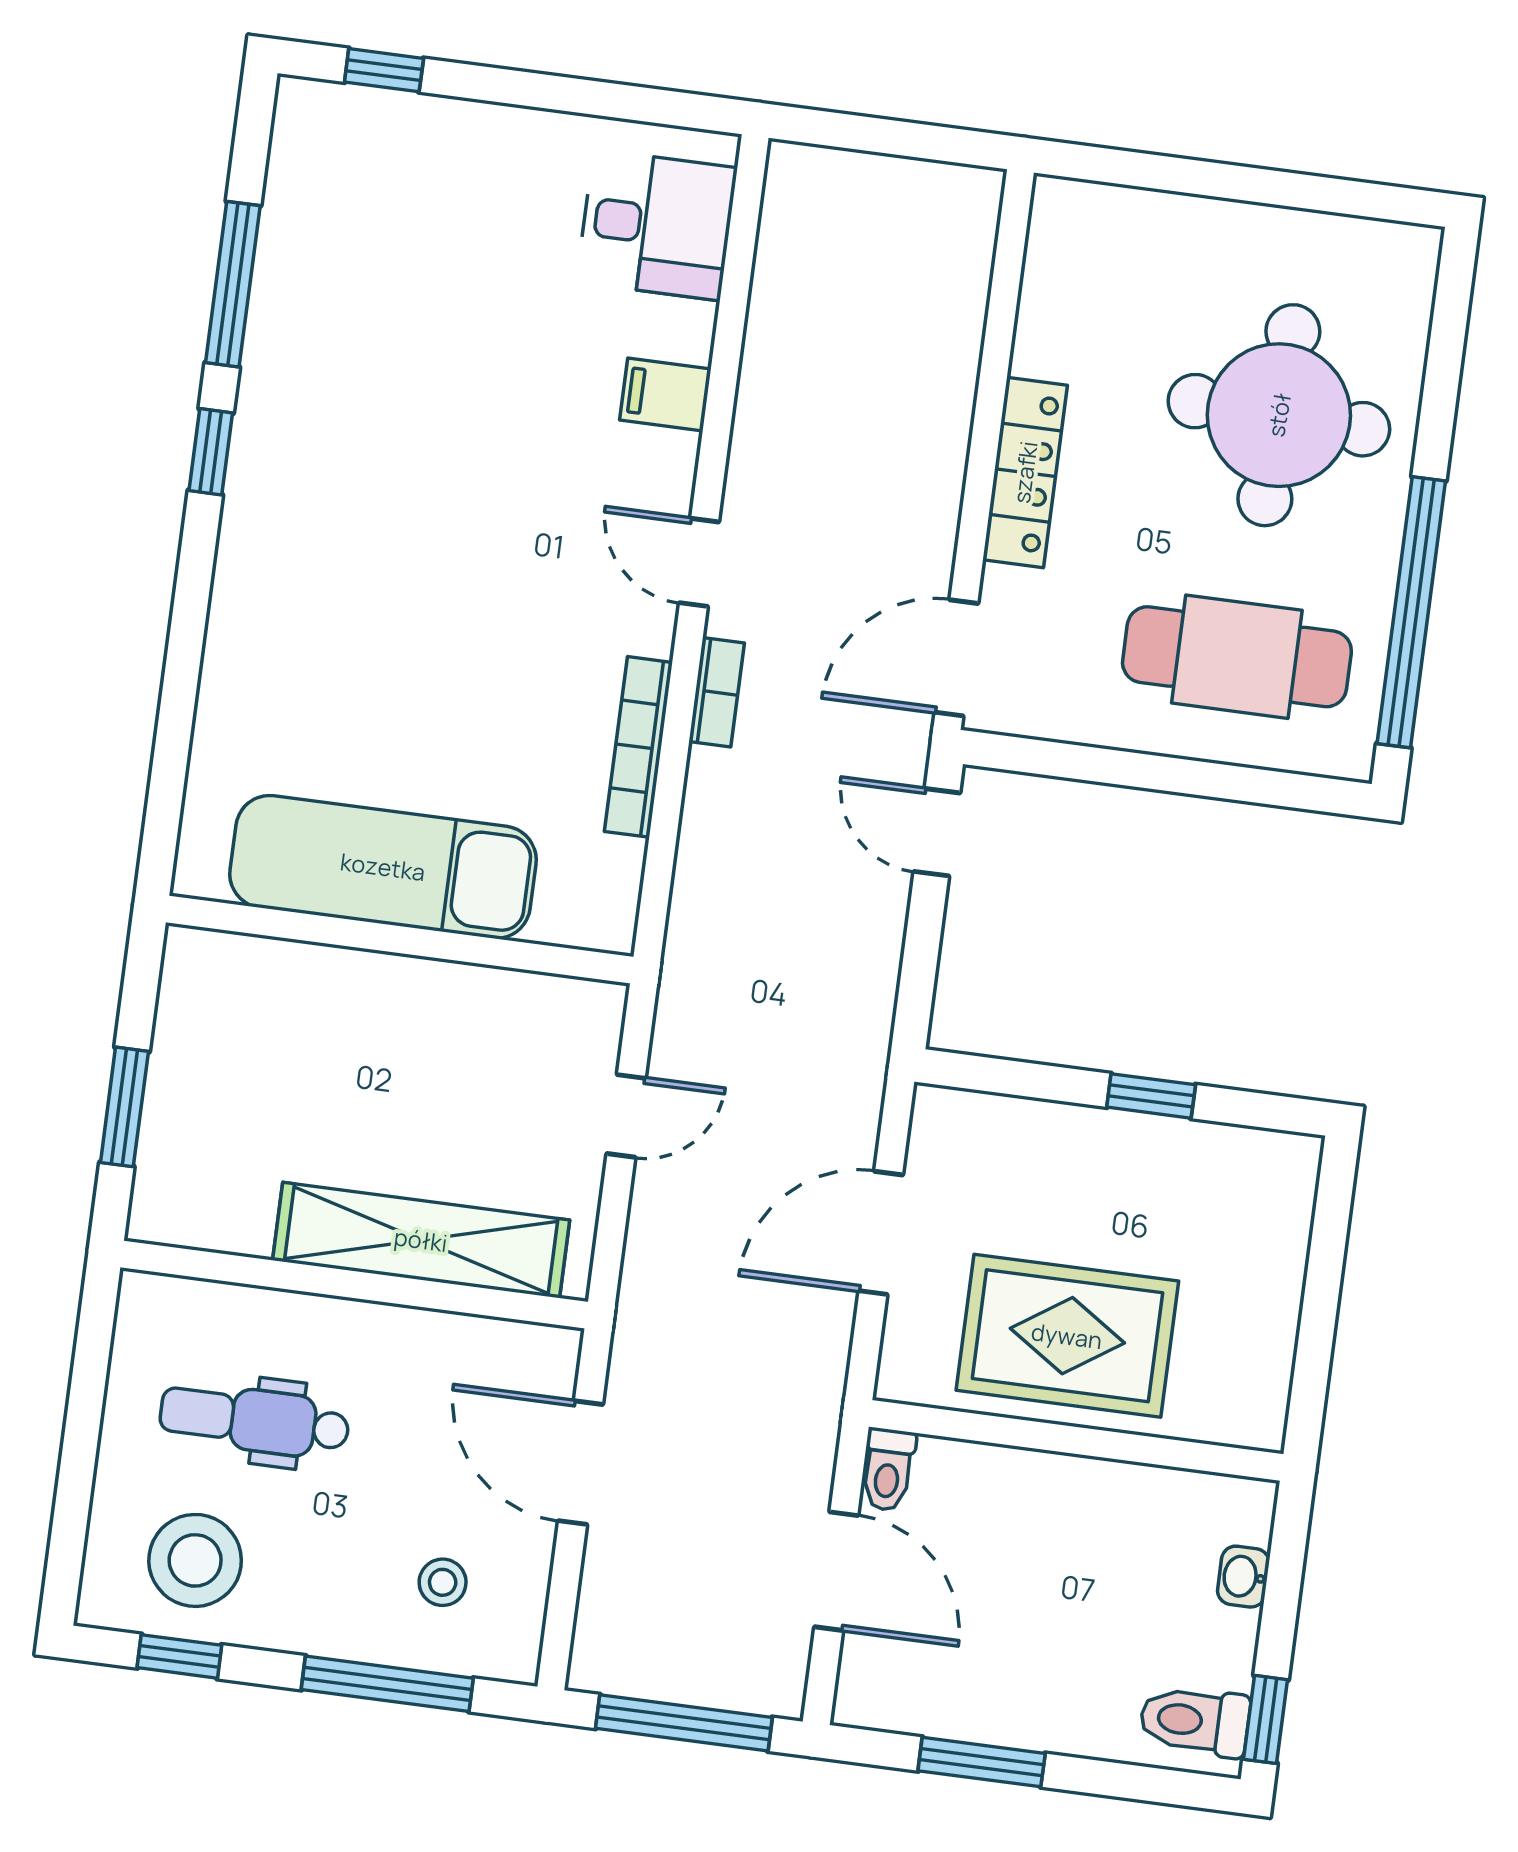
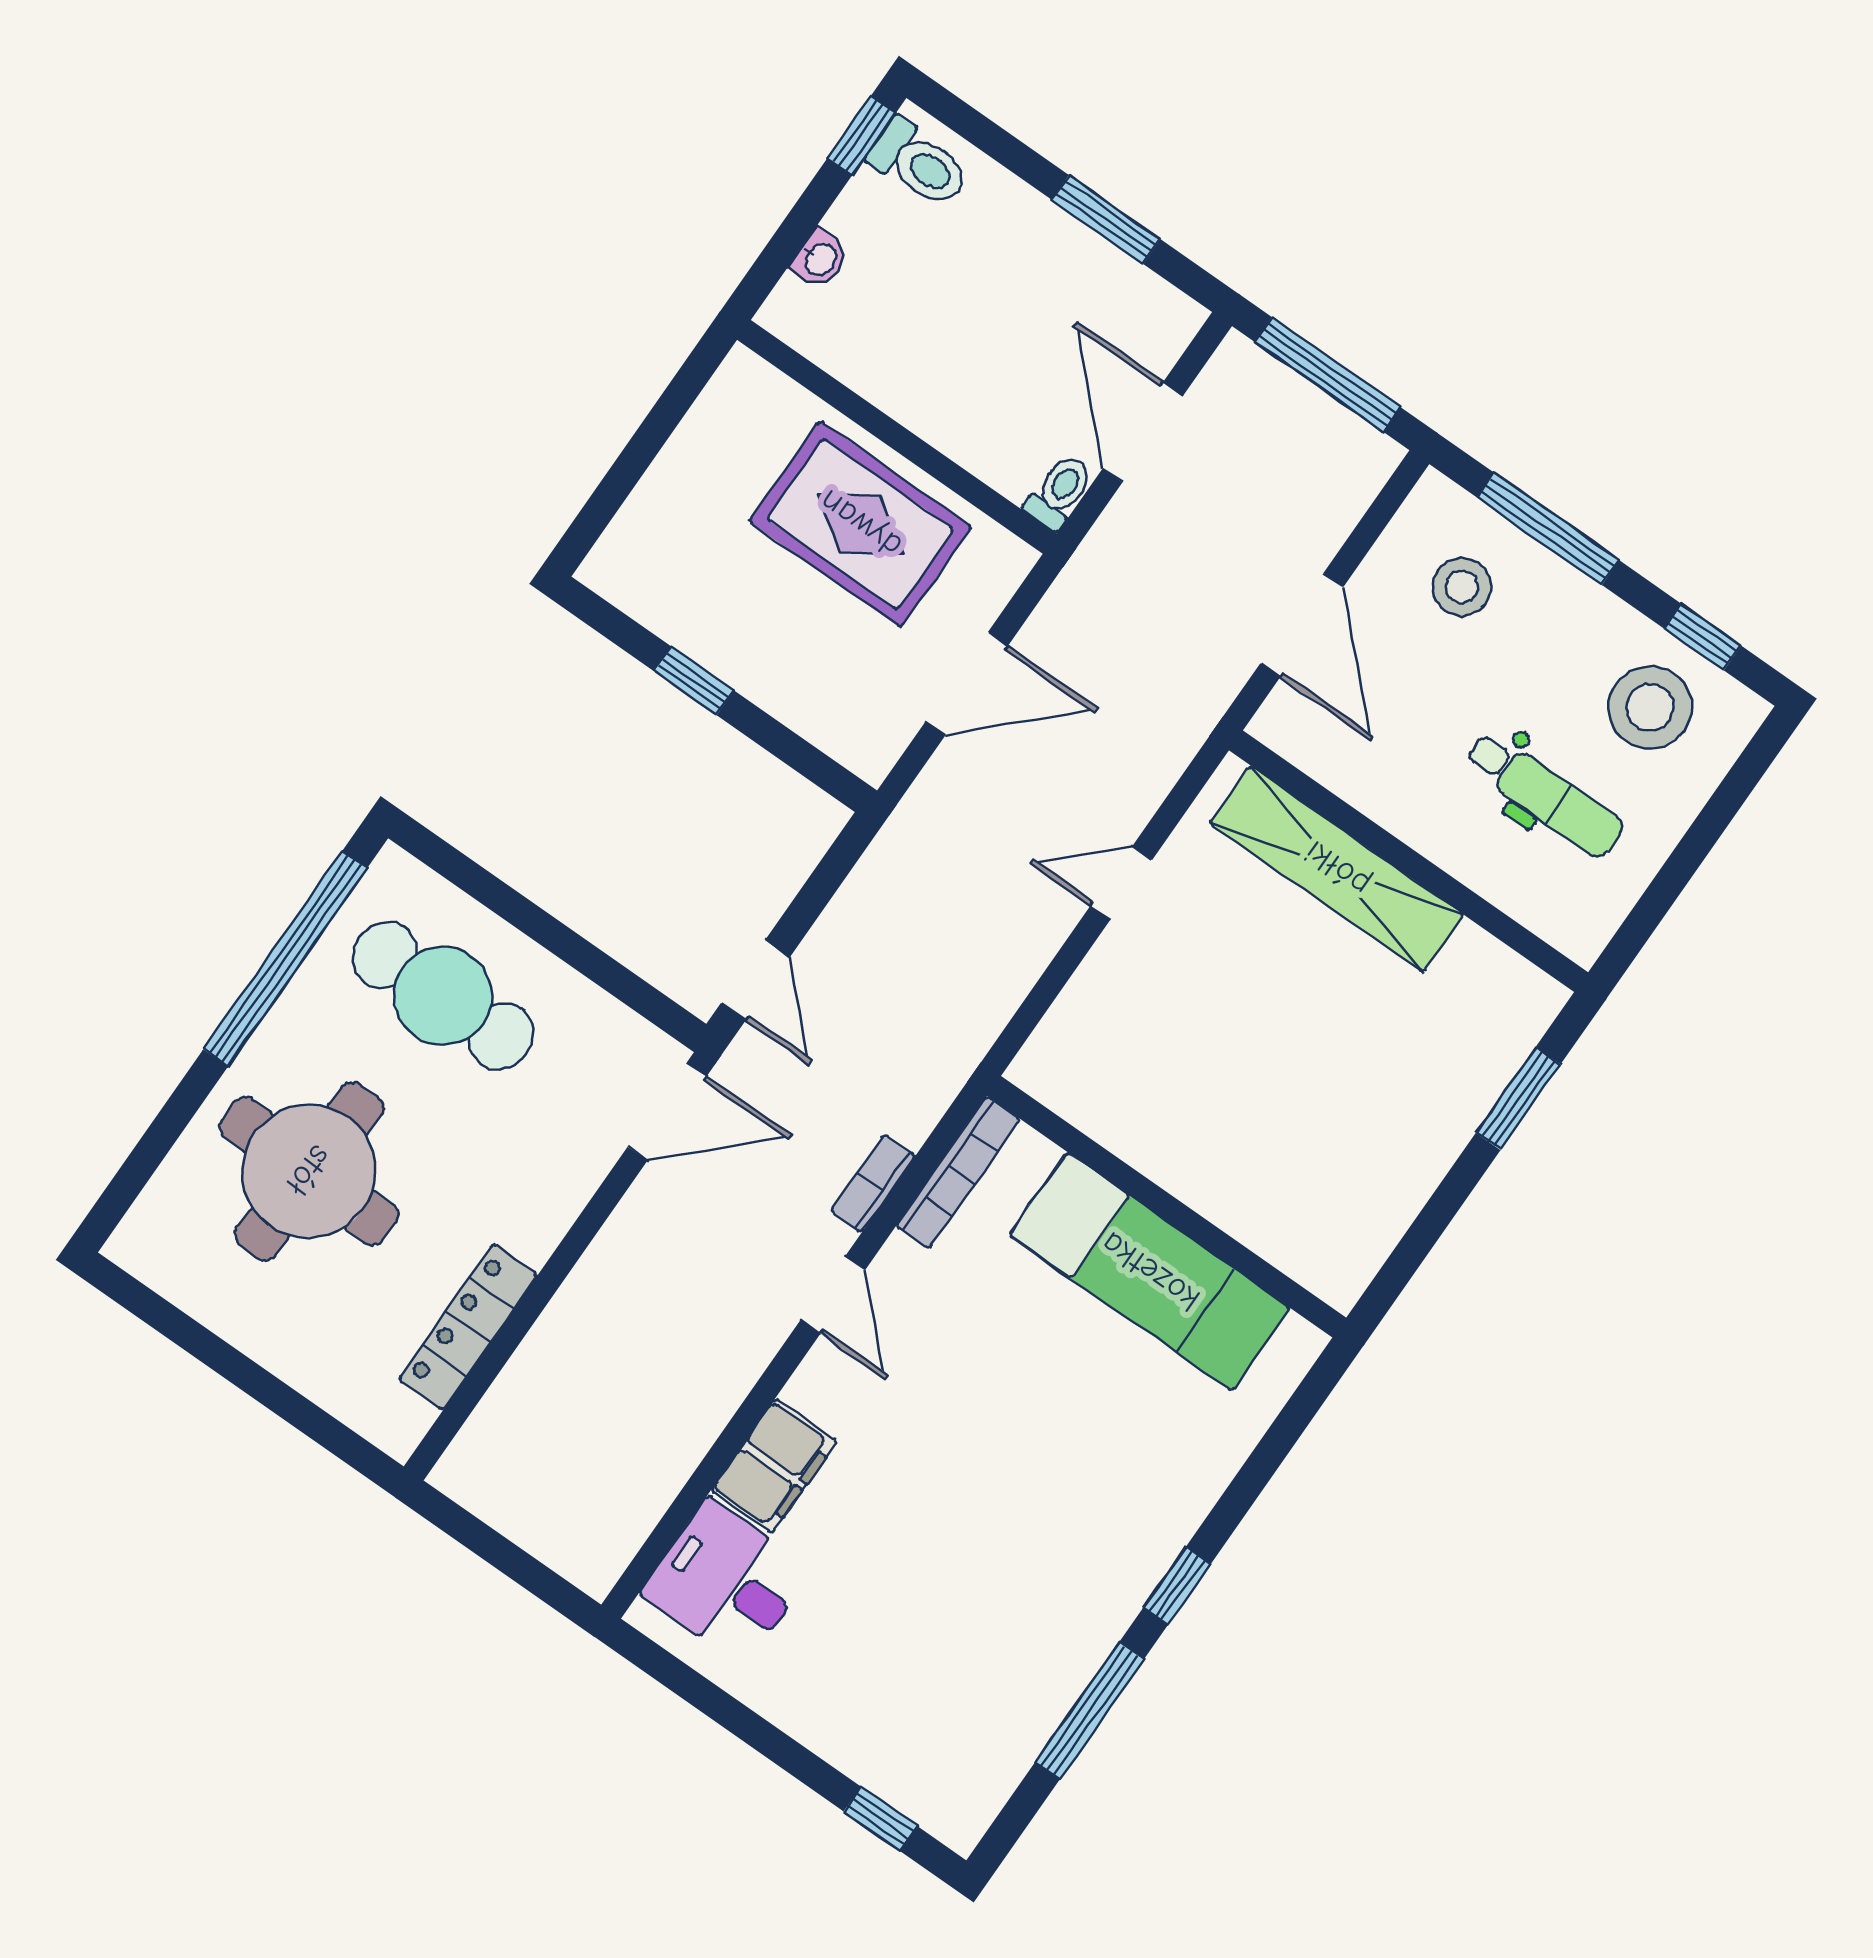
filing cabinet: (665, 394) -> (774, 1466), width x2.00
locker: (1025, 472) -> (468, 1327), moved
exam couch: (383, 867) -> (1150, 1272), moved
wall: (400, 940) -> (1167, 1207), moved
stool: (443, 1582) -> (1462, 587), width x1.37, depth x1.37

